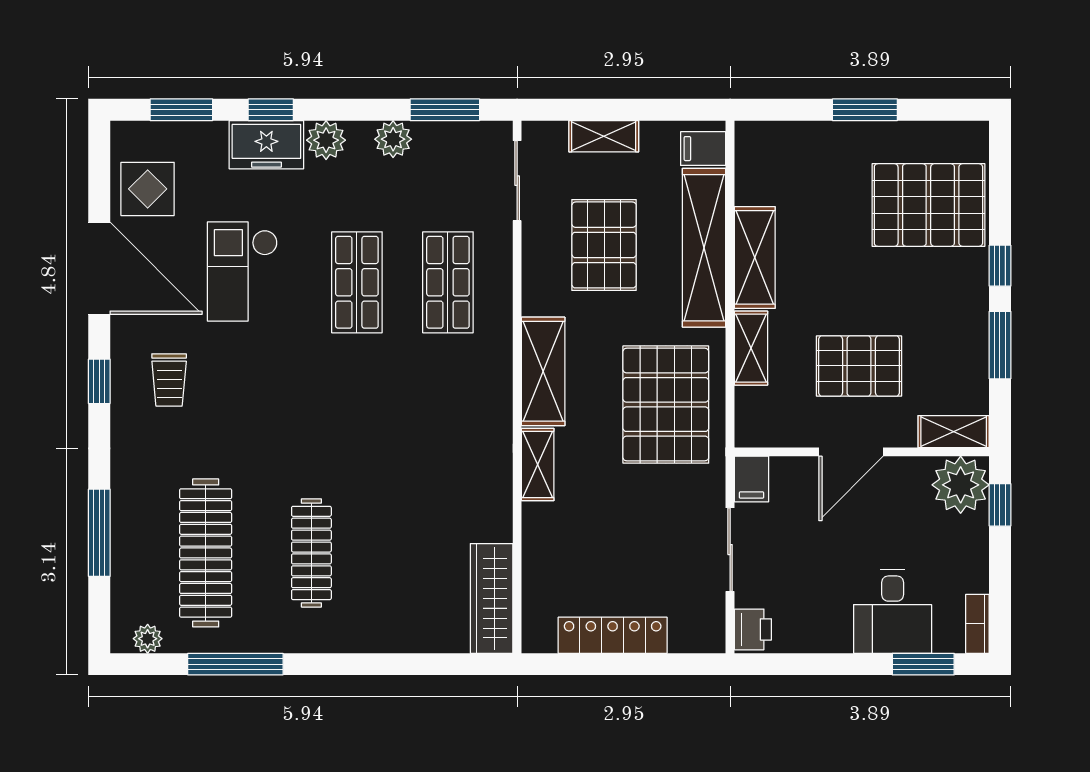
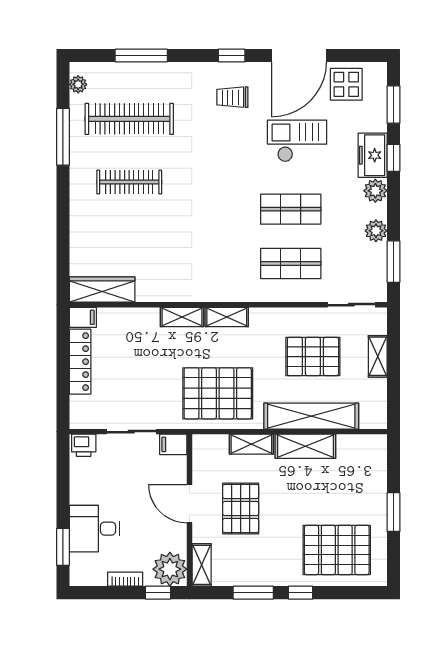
filing cabinet: (703, 149) -> (83, 317), moved, turned 90
pallet: (928, 205) -> (337, 550), turned 90
shelving: (543, 371) -> (227, 317), width x0.67, depth x0.75
bookcase: (977, 624) -> (125, 579), moved

